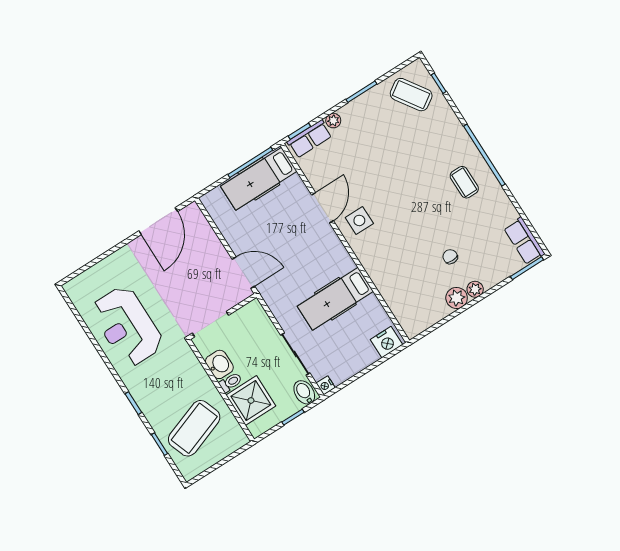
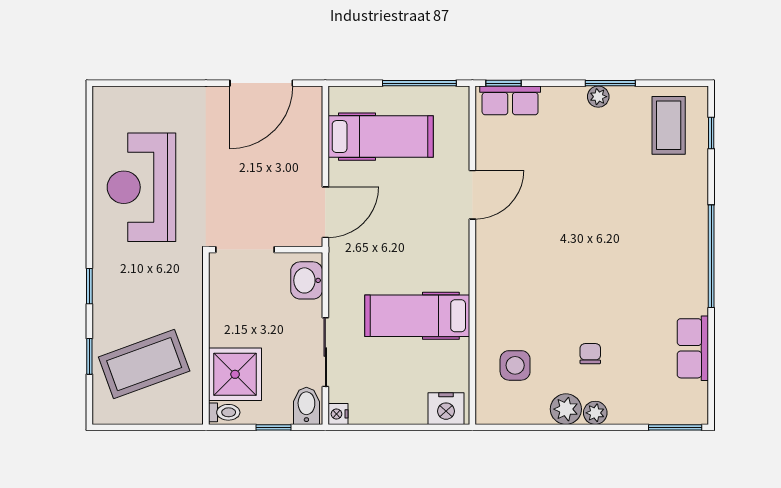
coffee table: (411, 95) -> (669, 125), turned 34
plant: (333, 121) -> (598, 97), moved
hospital bed: (259, 179) -> (381, 137), moved, turned 180
coffee table: (464, 182) -> (665, 274), removed
side table: (359, 220) -> (515, 365), moved
row of seats: (524, 241) -> (693, 348), moved
door: (243, 273) -> (325, 212), hinge flipped
washbasin: (219, 364) -> (307, 280), moved, turned 180
toilet: (231, 382) -> (224, 412), moved

